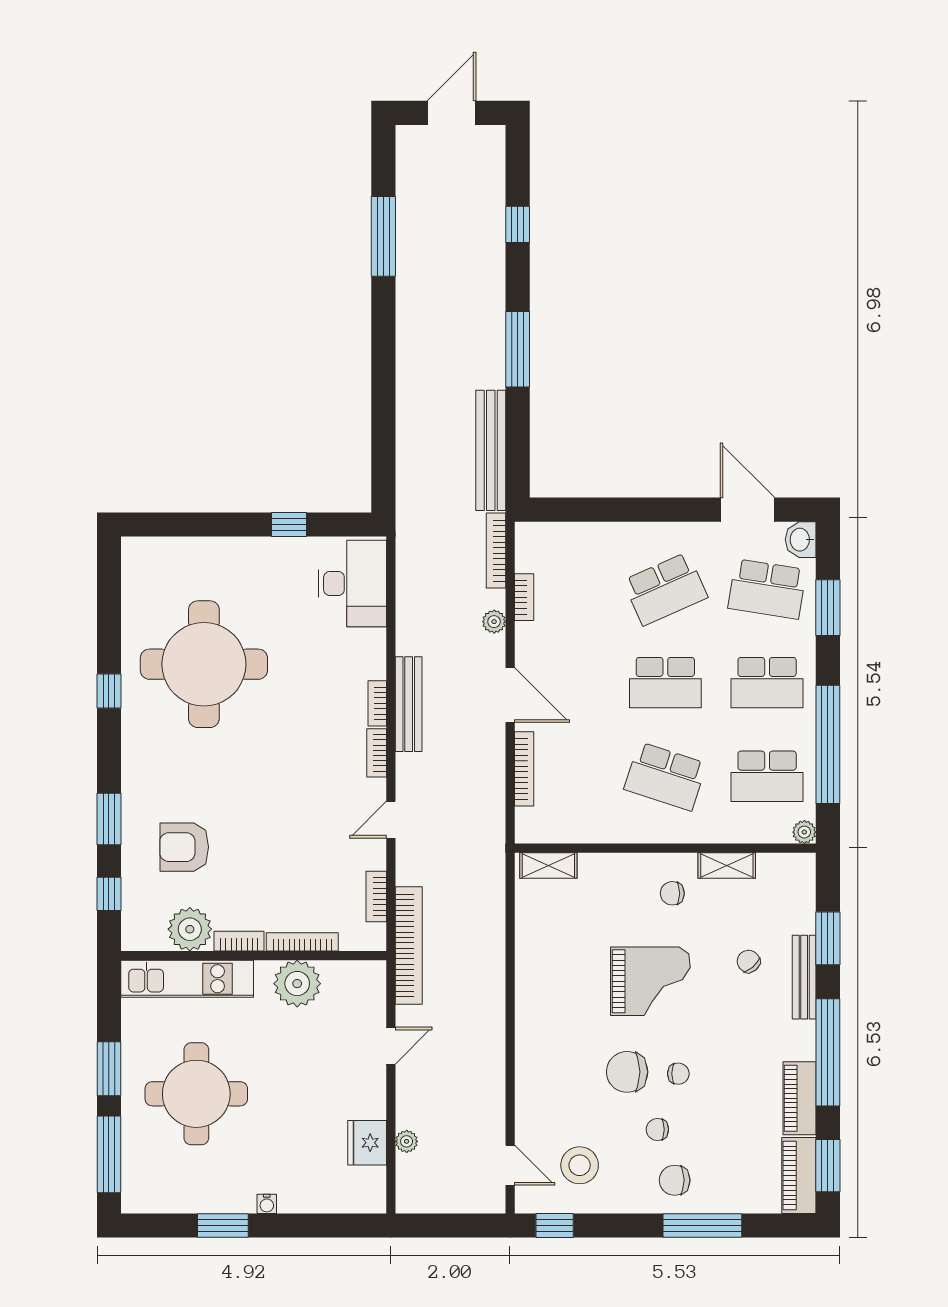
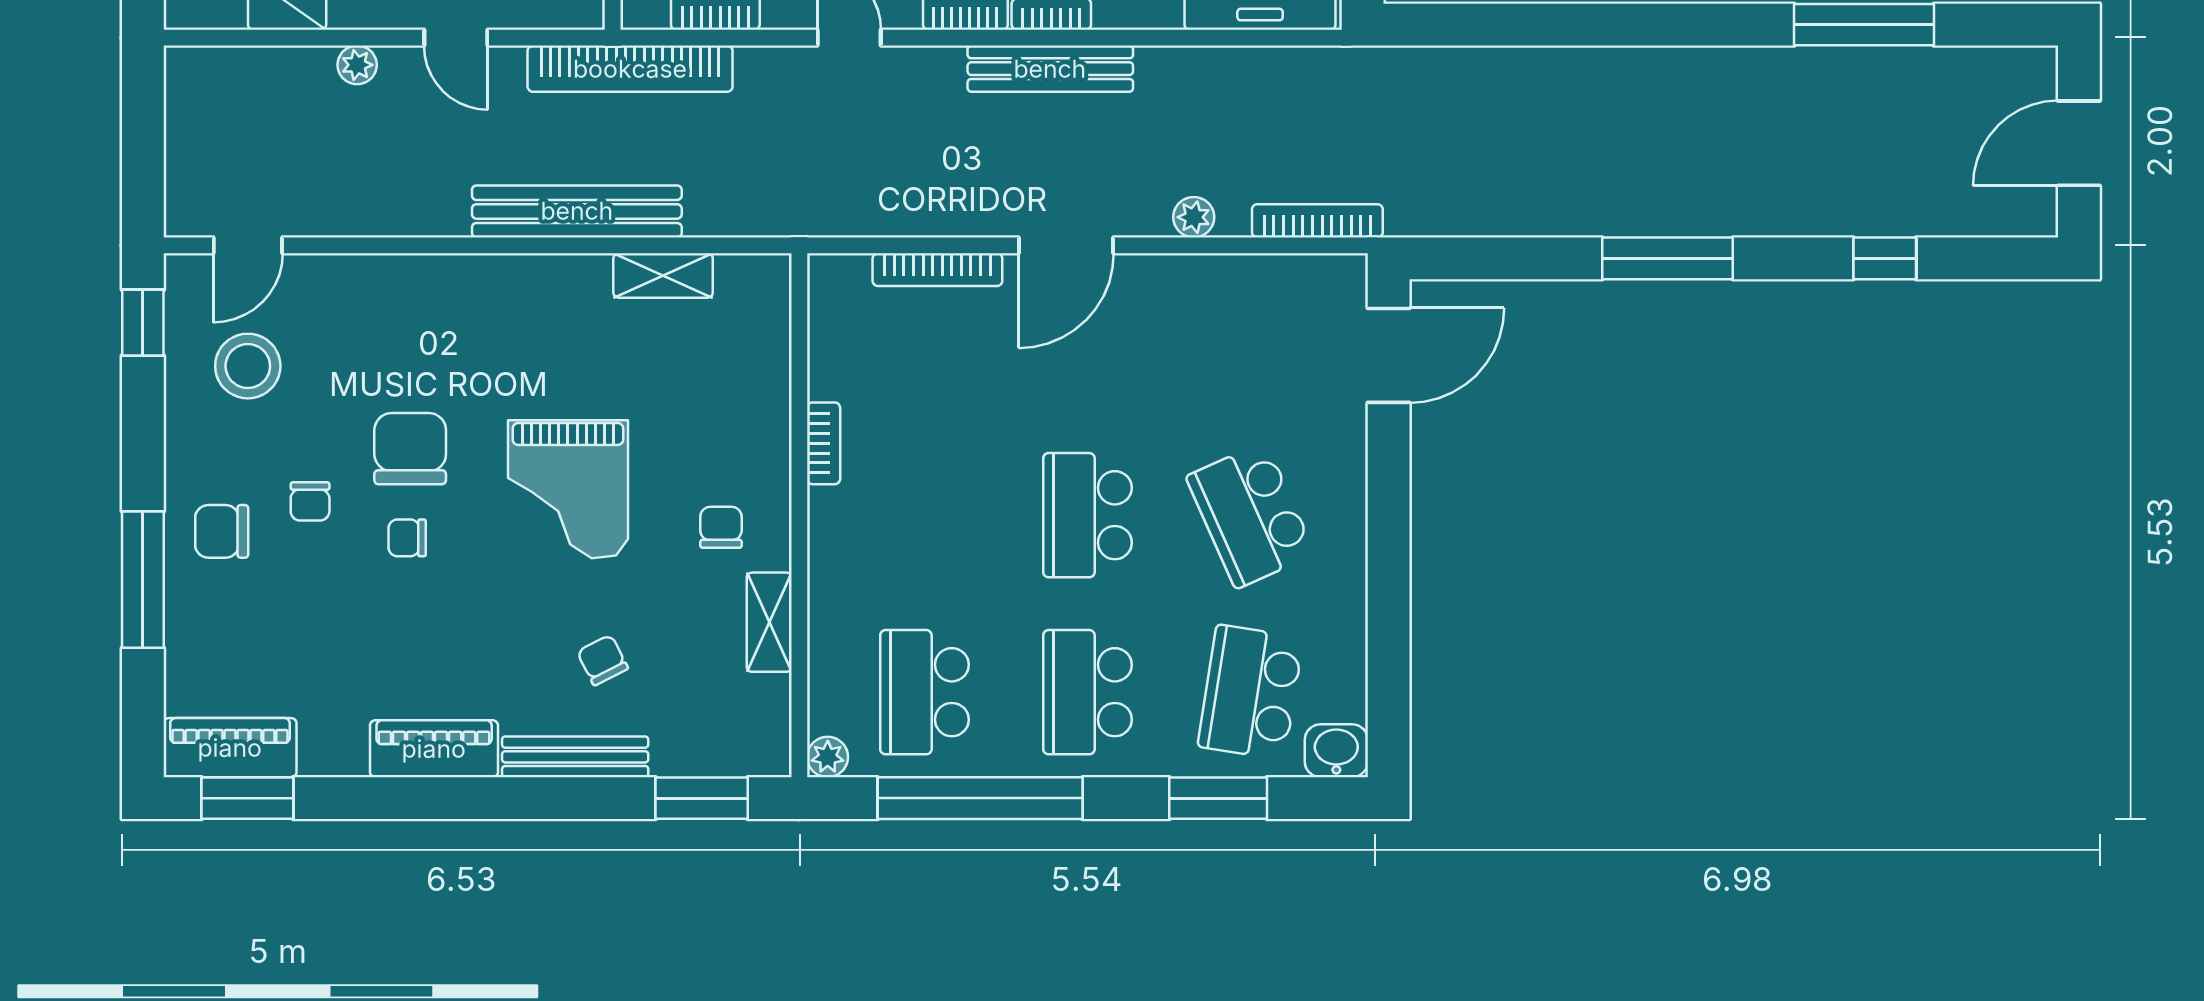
door: (452, 113) -> (2079, 143), swing flipped
bench: (491, 450) -> (577, 211), moved
door: (747, 510) -> (1389, 355), moved
bookcase: (524, 597) -> (824, 443), moved, turned -90
school desk: (665, 776) -> (924, 515), removed
shelving: (548, 866) -> (663, 275), moved, turned 90
window: (828, 938) -> (702, 798), moved
chair: (749, 961) -> (603, 660), turned -76
window: (828, 1052) -> (444, 798), removed
chair: (678, 1074) -> (407, 538), turned 90
piano: (800, 1098) -> (434, 749), moved
chair: (657, 1129) -> (310, 501), turned 180
plant: (407, 1141) -> (357, 65), moved
chair: (675, 1180) -> (222, 531), turned -90

